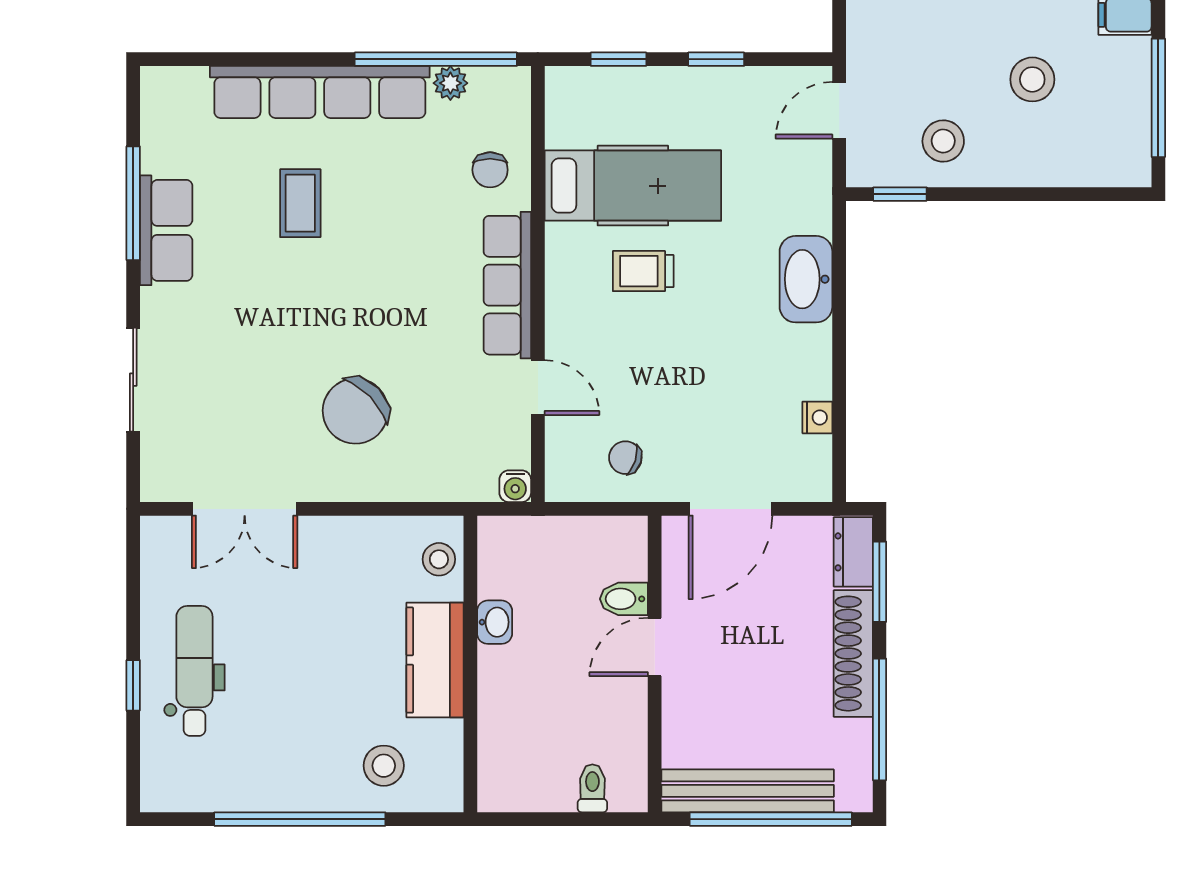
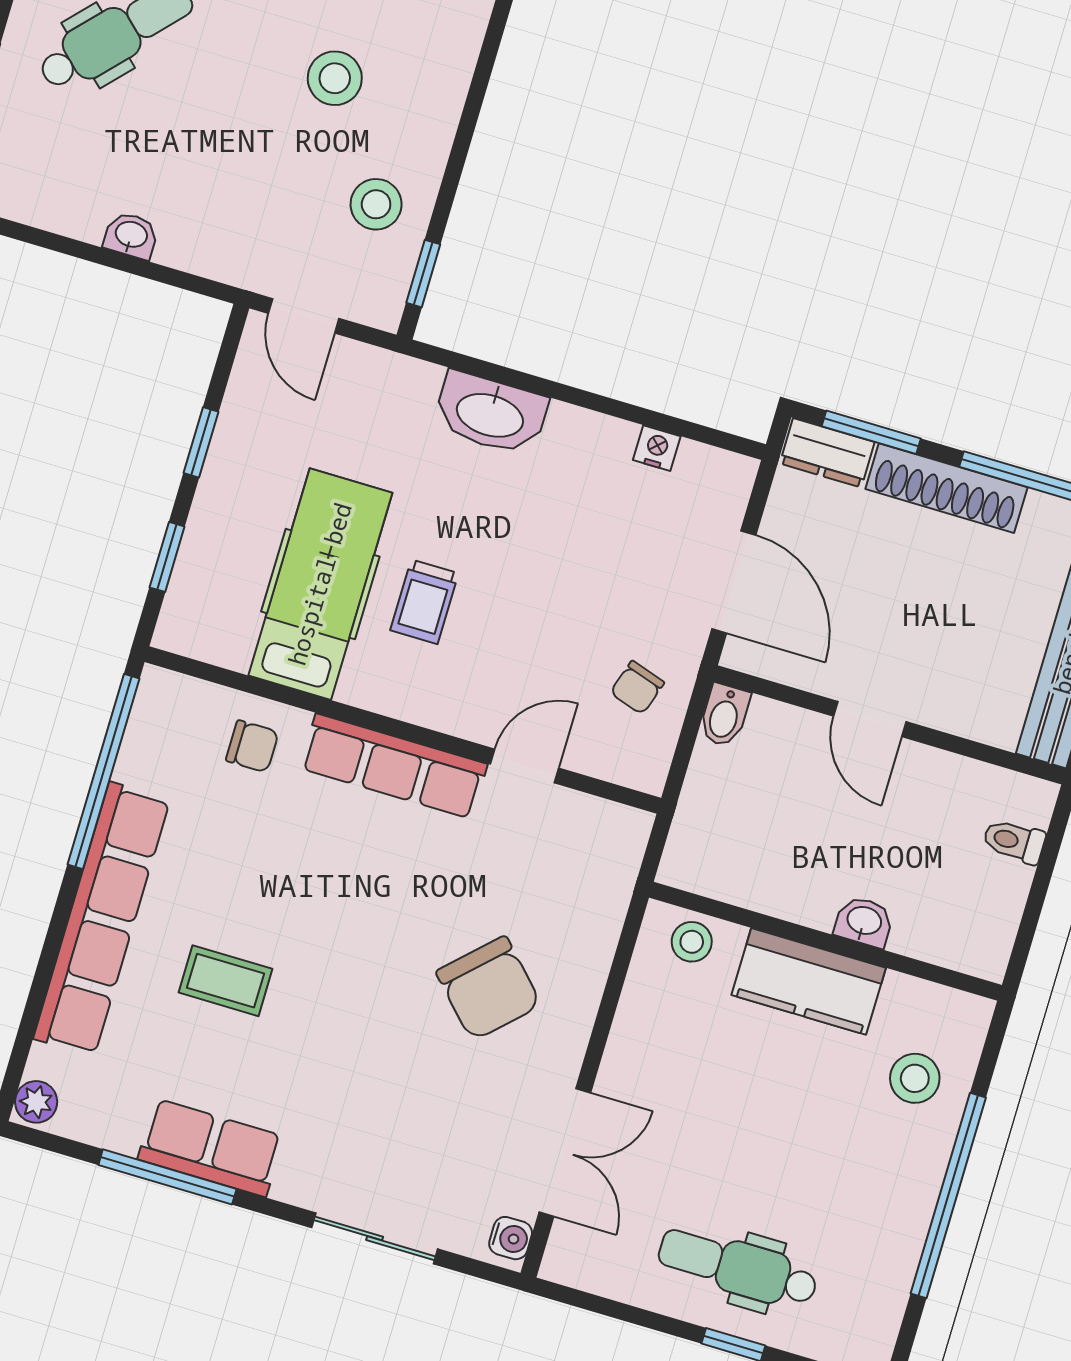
plant: (450, 83) -> (36, 1102), moved
water cooler: (515, 486) -> (511, 1238), moved
bidet: (624, 599) -> (724, 715), moved
washbasin: (495, 622) -> (864, 922), moved

